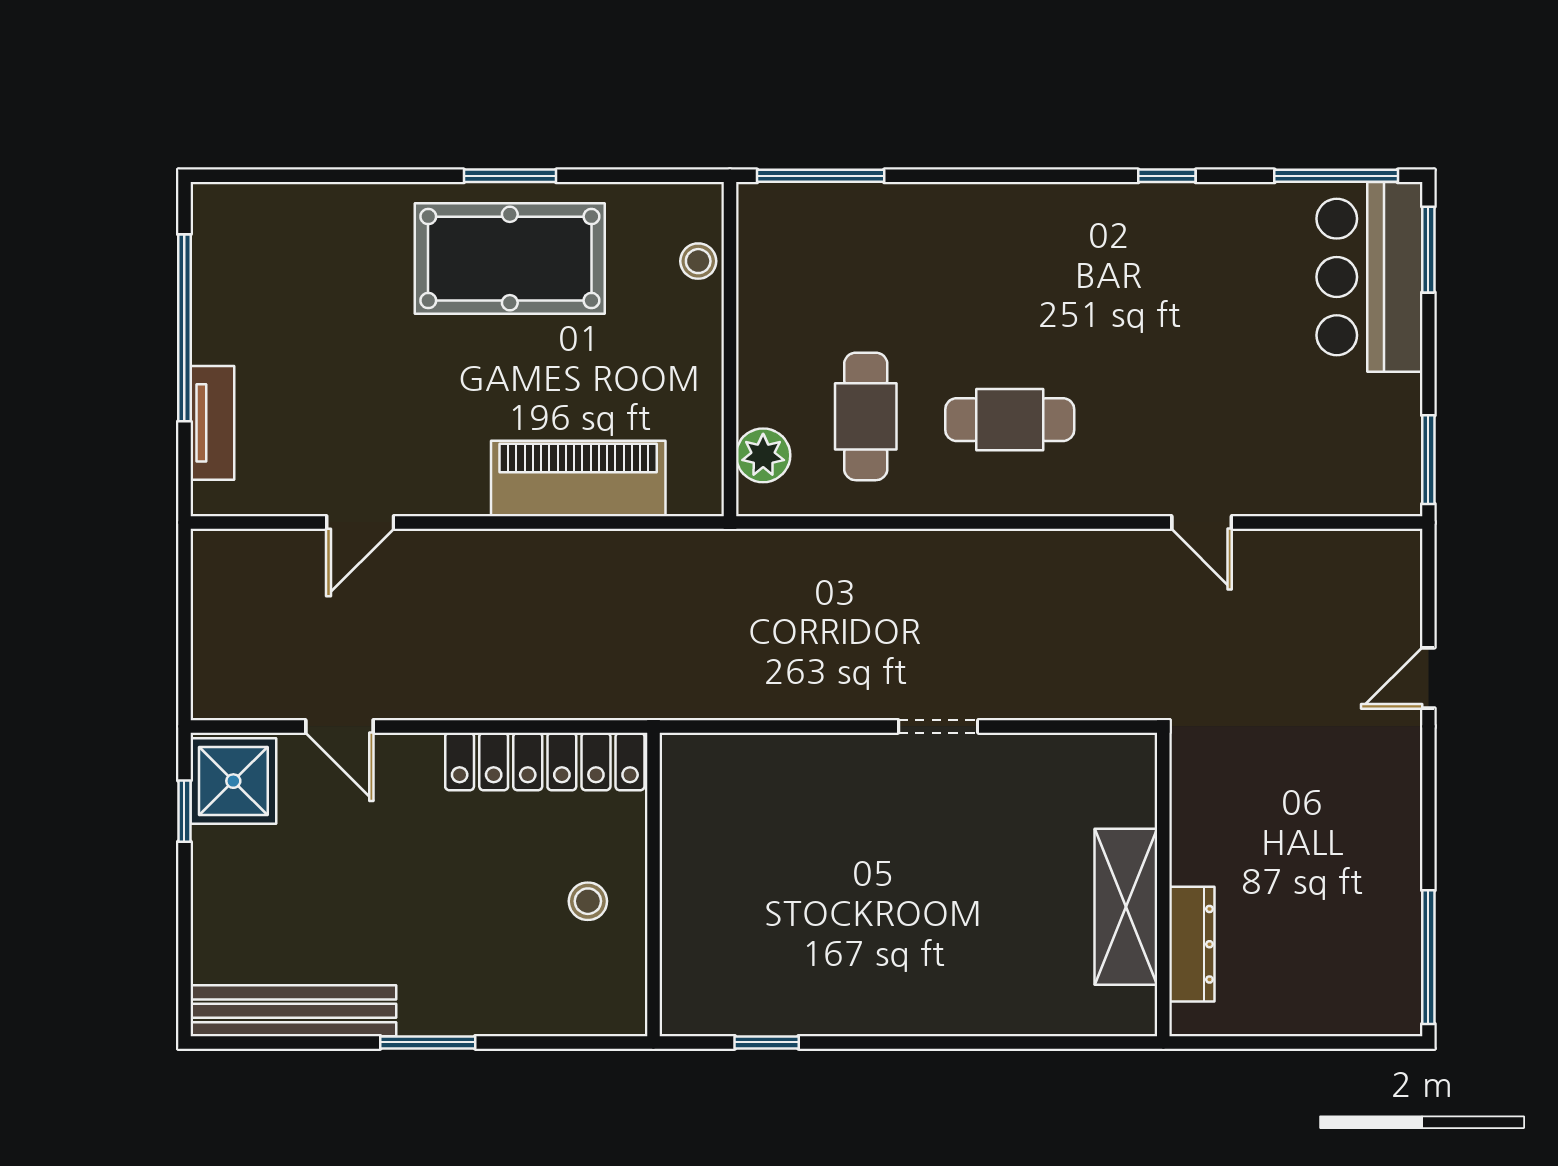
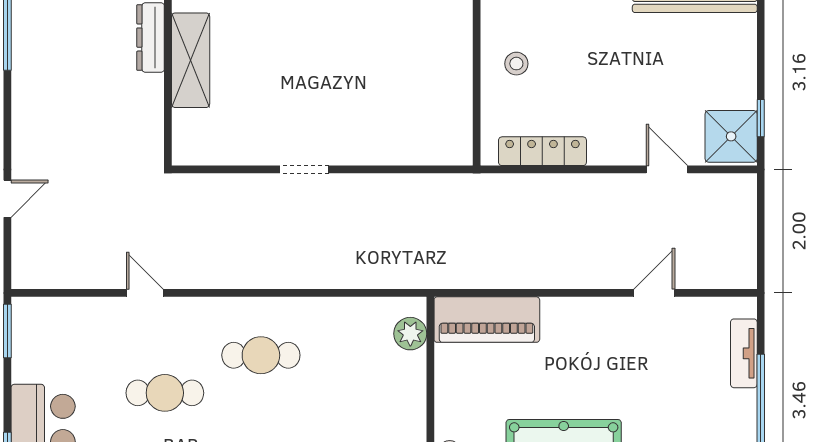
cafe table: (866, 416) -> (165, 393), moved, turned 90
piano: (578, 479) -> (487, 320), moved
locker: (545, 761) -> (542, 151), width x0.71, depth x0.83

